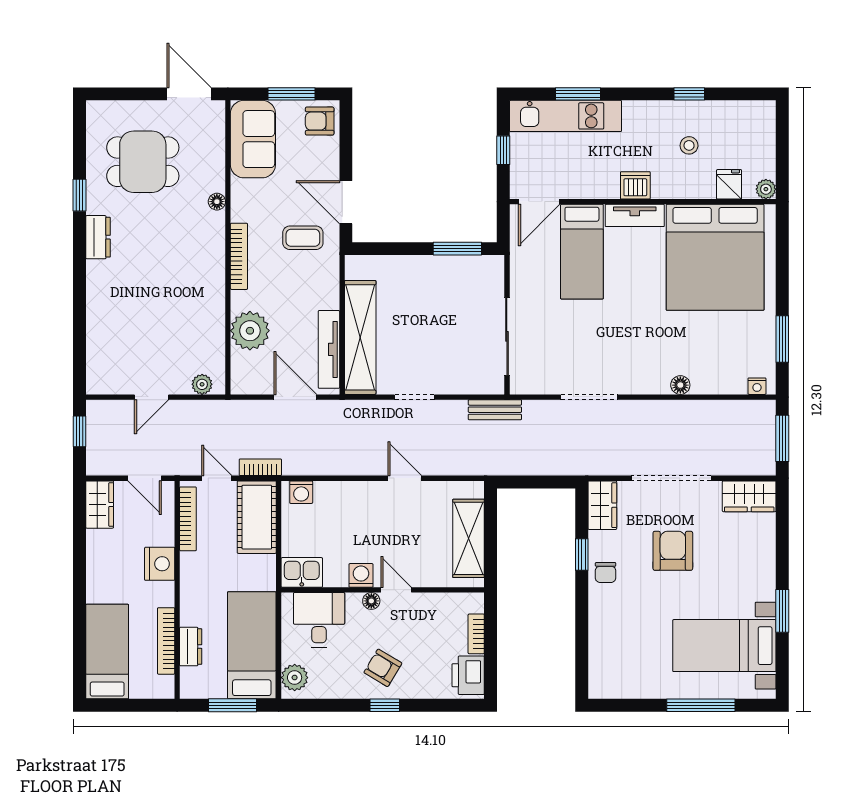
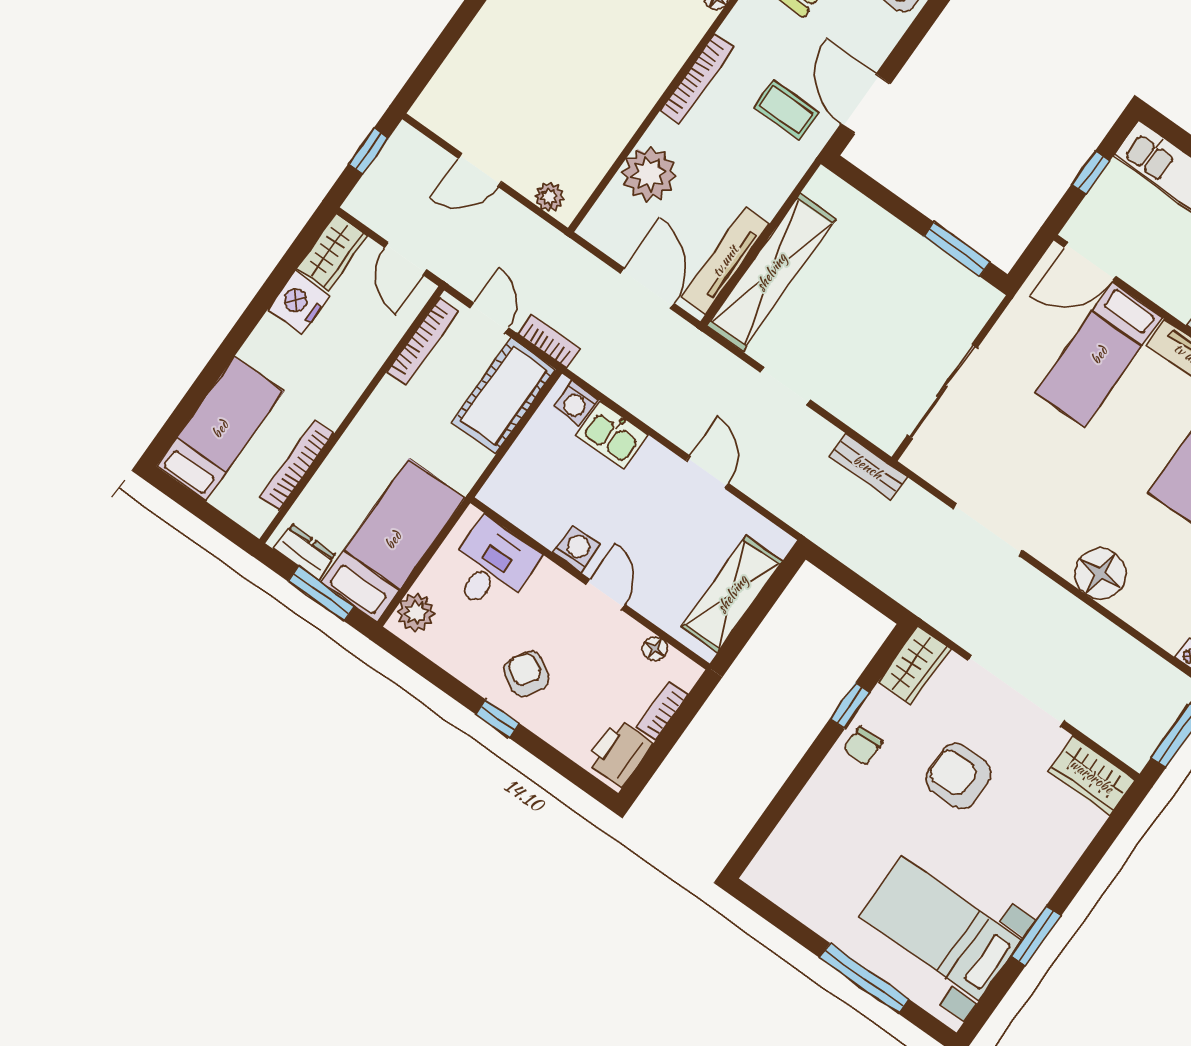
floor lamp: (680, 385) -> (1100, 574), width x1.89, depth x1.89
armchair: (673, 551) -> (958, 776), turned -90
nightstand: (160, 564) -> (299, 302), moved, turned 180
kitchen sink: (302, 572) -> (612, 435), moved, turned 180
floor lamp: (371, 601) -> (655, 649), moved
dresser: (191, 647) -> (305, 552), moved, turned -90

